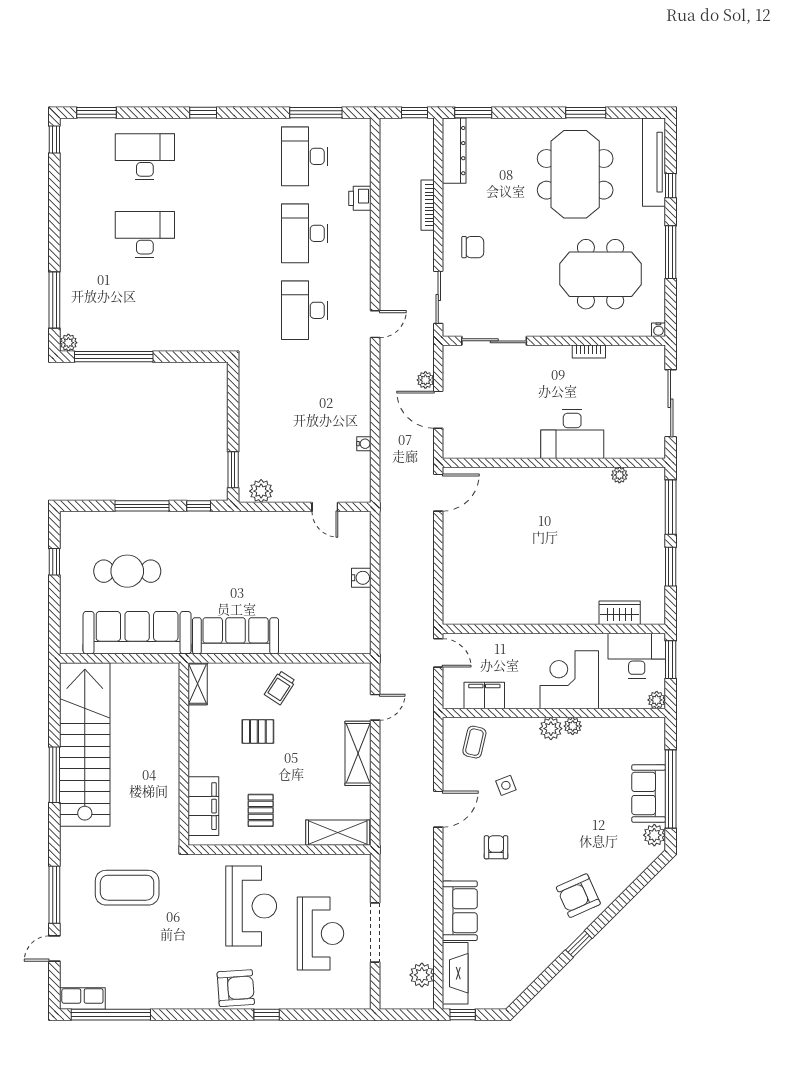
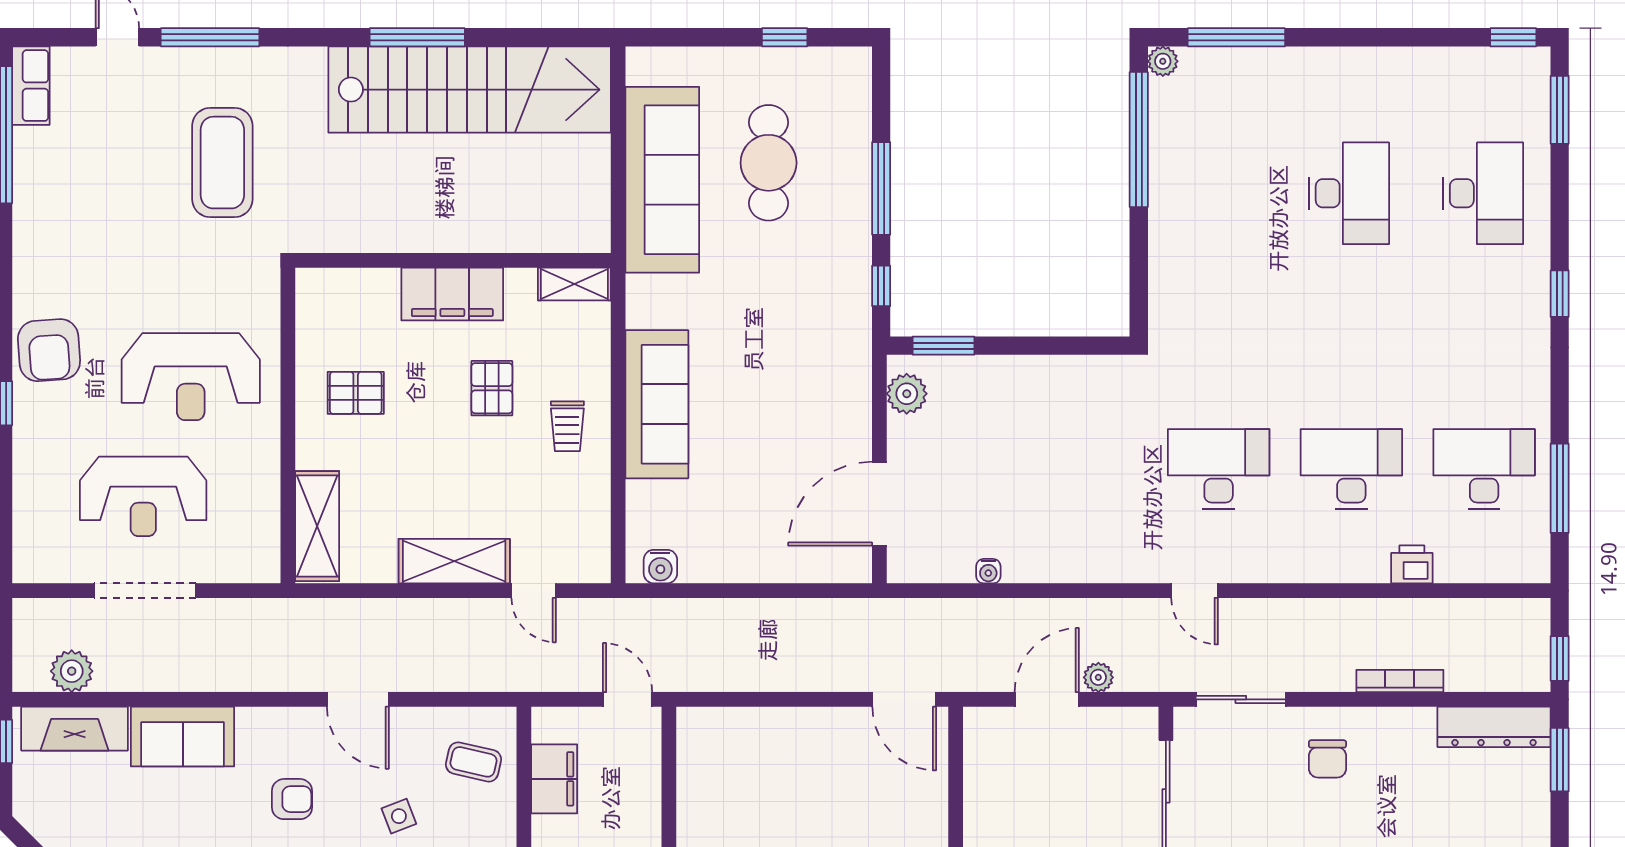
door: (325, 507) -> (879, 504), width x1.88
water cooler: (361, 578) -> (660, 567), moved
sofa: (236, 636) -> (657, 404), moved
door: (438, 653) -> (628, 699), swing flipped
trolley: (280, 688) -> (567, 426), turned -123
filing cabinet: (203, 806) -> (452, 294), moved

